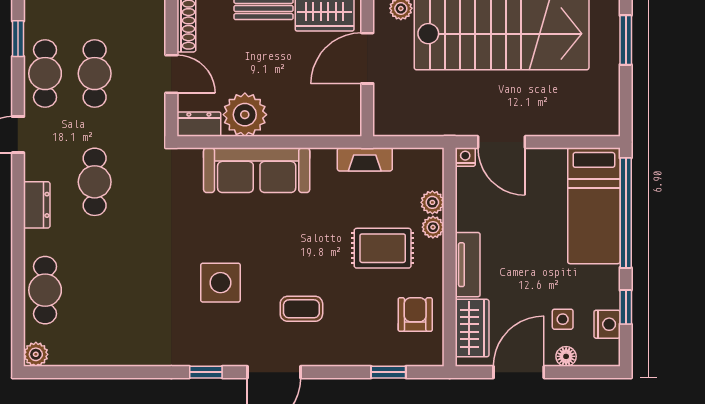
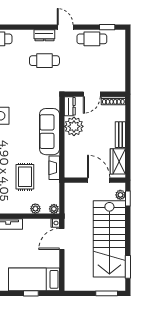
cafe table: (95, 74) -> (92, 61), removed
fireplace: (365, 159) -> (54, 168), moved
dresser: (37, 205) -> (44, 35), moved
window: (626, 213) -> (31, 293), width x0.32
plant: (433, 227) -> (54, 209), moved
rug: (383, 248) -> (25, 177), moved

